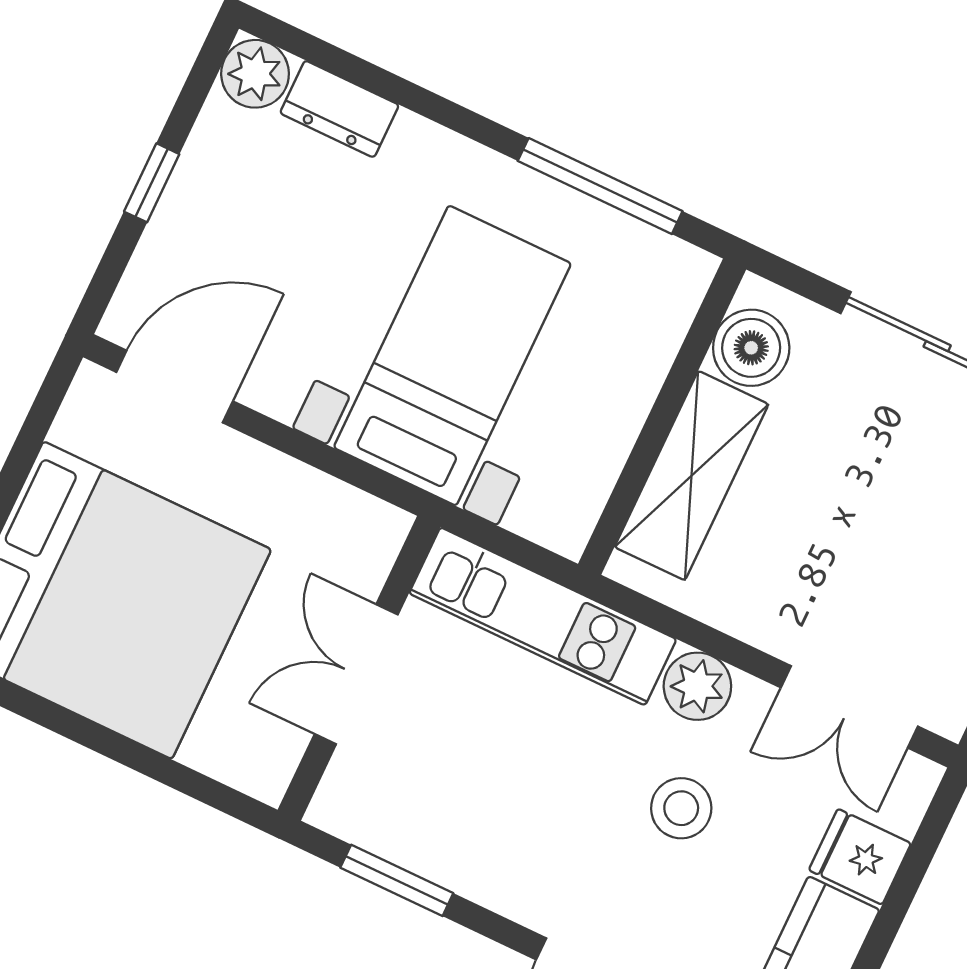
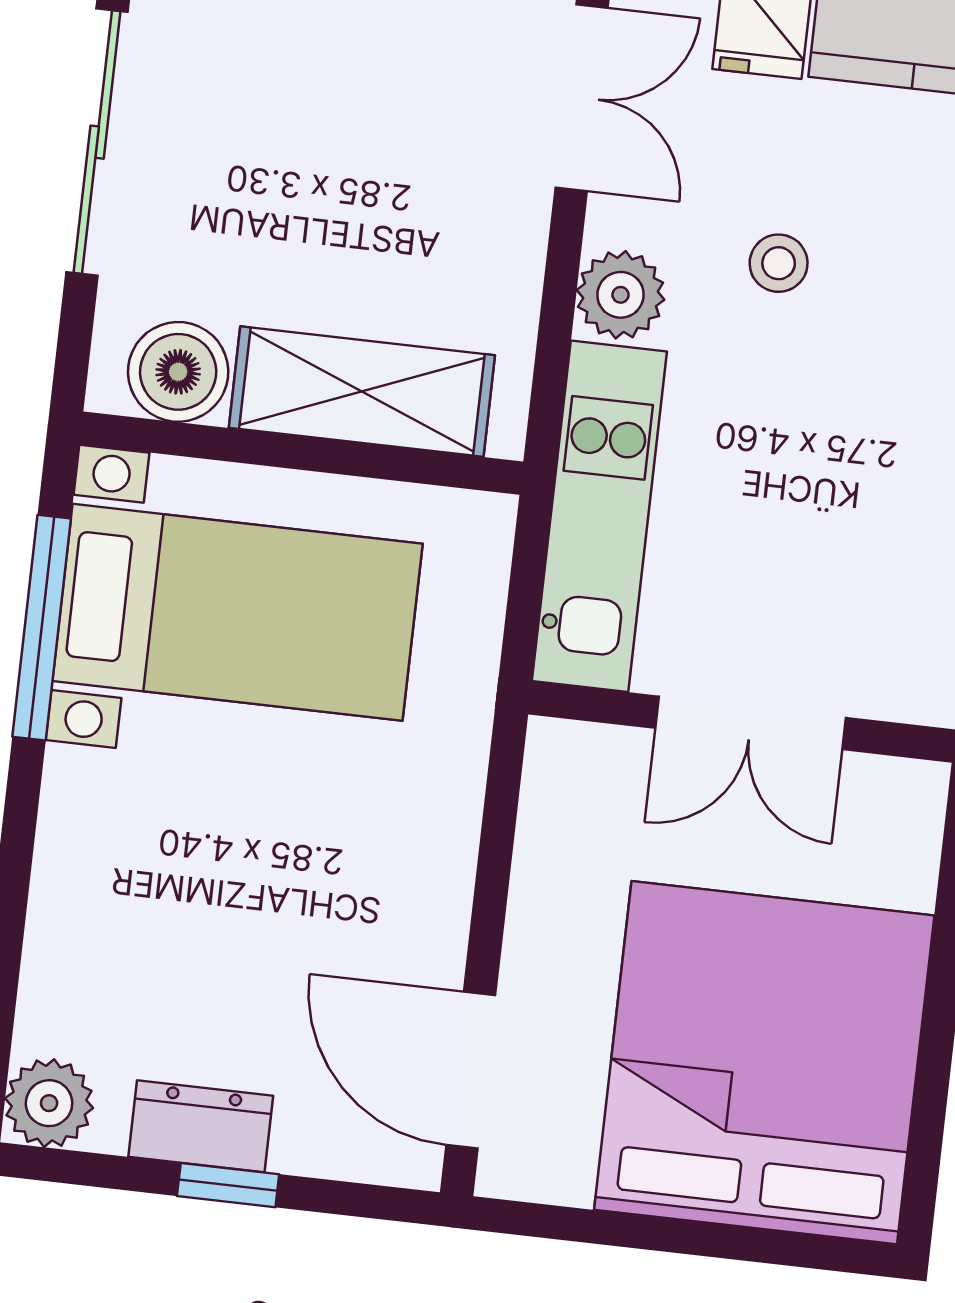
dresser: (339, 109) -> (201, 1126), moved, turned -90
bed with nightstands: (452, 356) -> (237, 612), moved, turned 180
stool: (681, 808) -> (779, 263), width x0.73, depth x0.73

